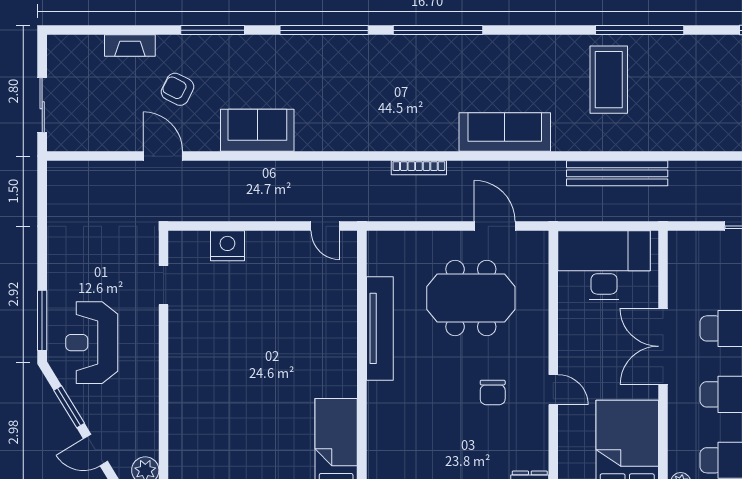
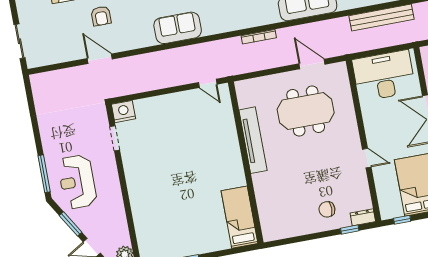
armchair: (178, 89) -> (101, 16), turned -117
sofa: (257, 130) -> (178, 28), moved
nightstand: (227, 246) -> (124, 112), moved
chair: (493, 392) -> (327, 209), moved, turned 90

